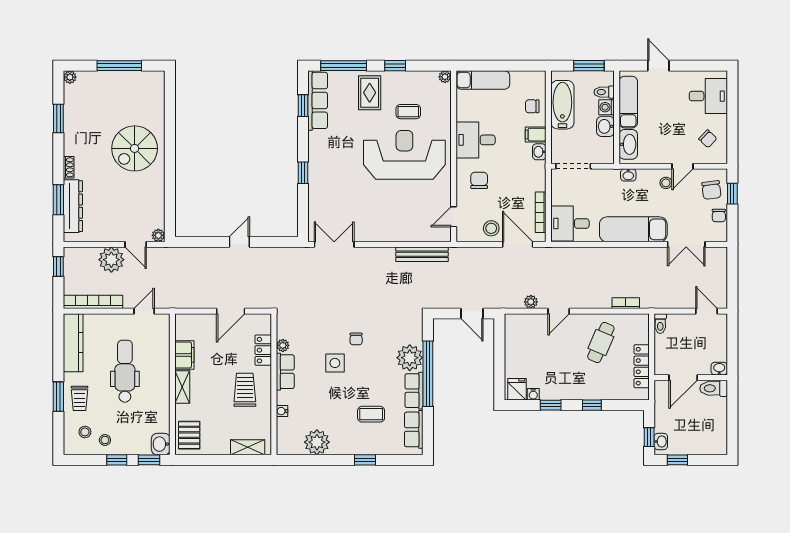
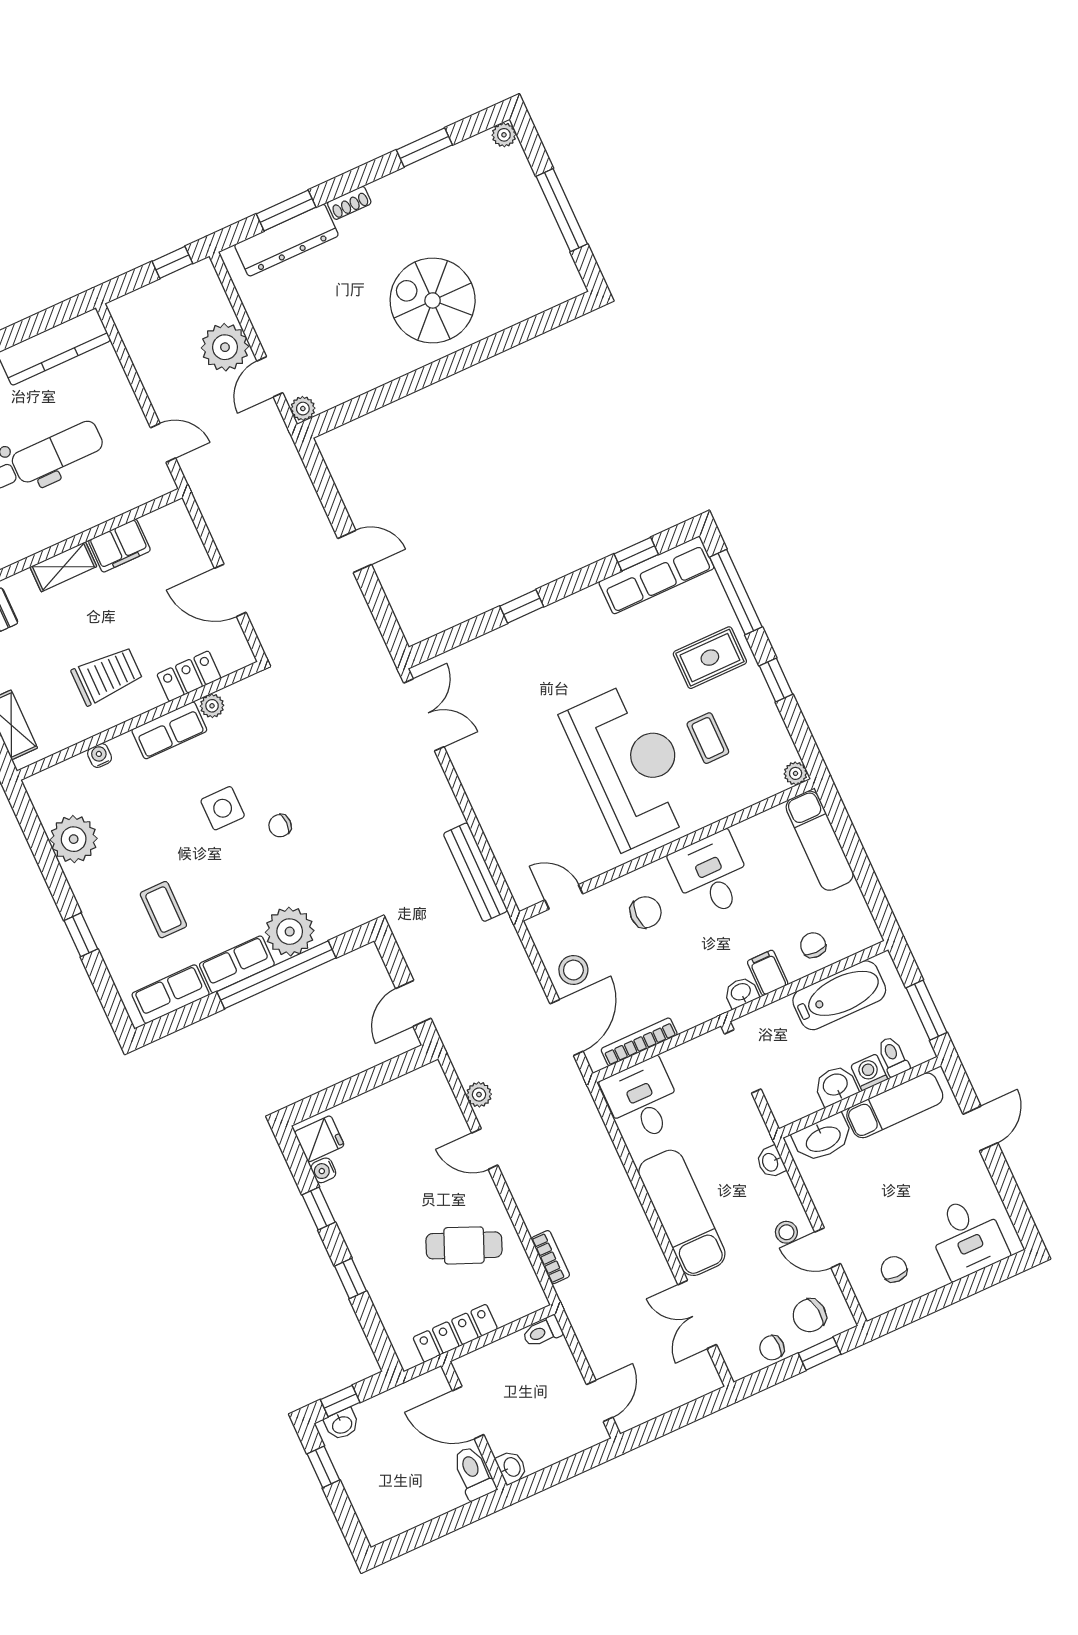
chair: (708, 139) -> (894, 1269), turned 136
bookcase: (93, 302) -> (139, 349), removed

